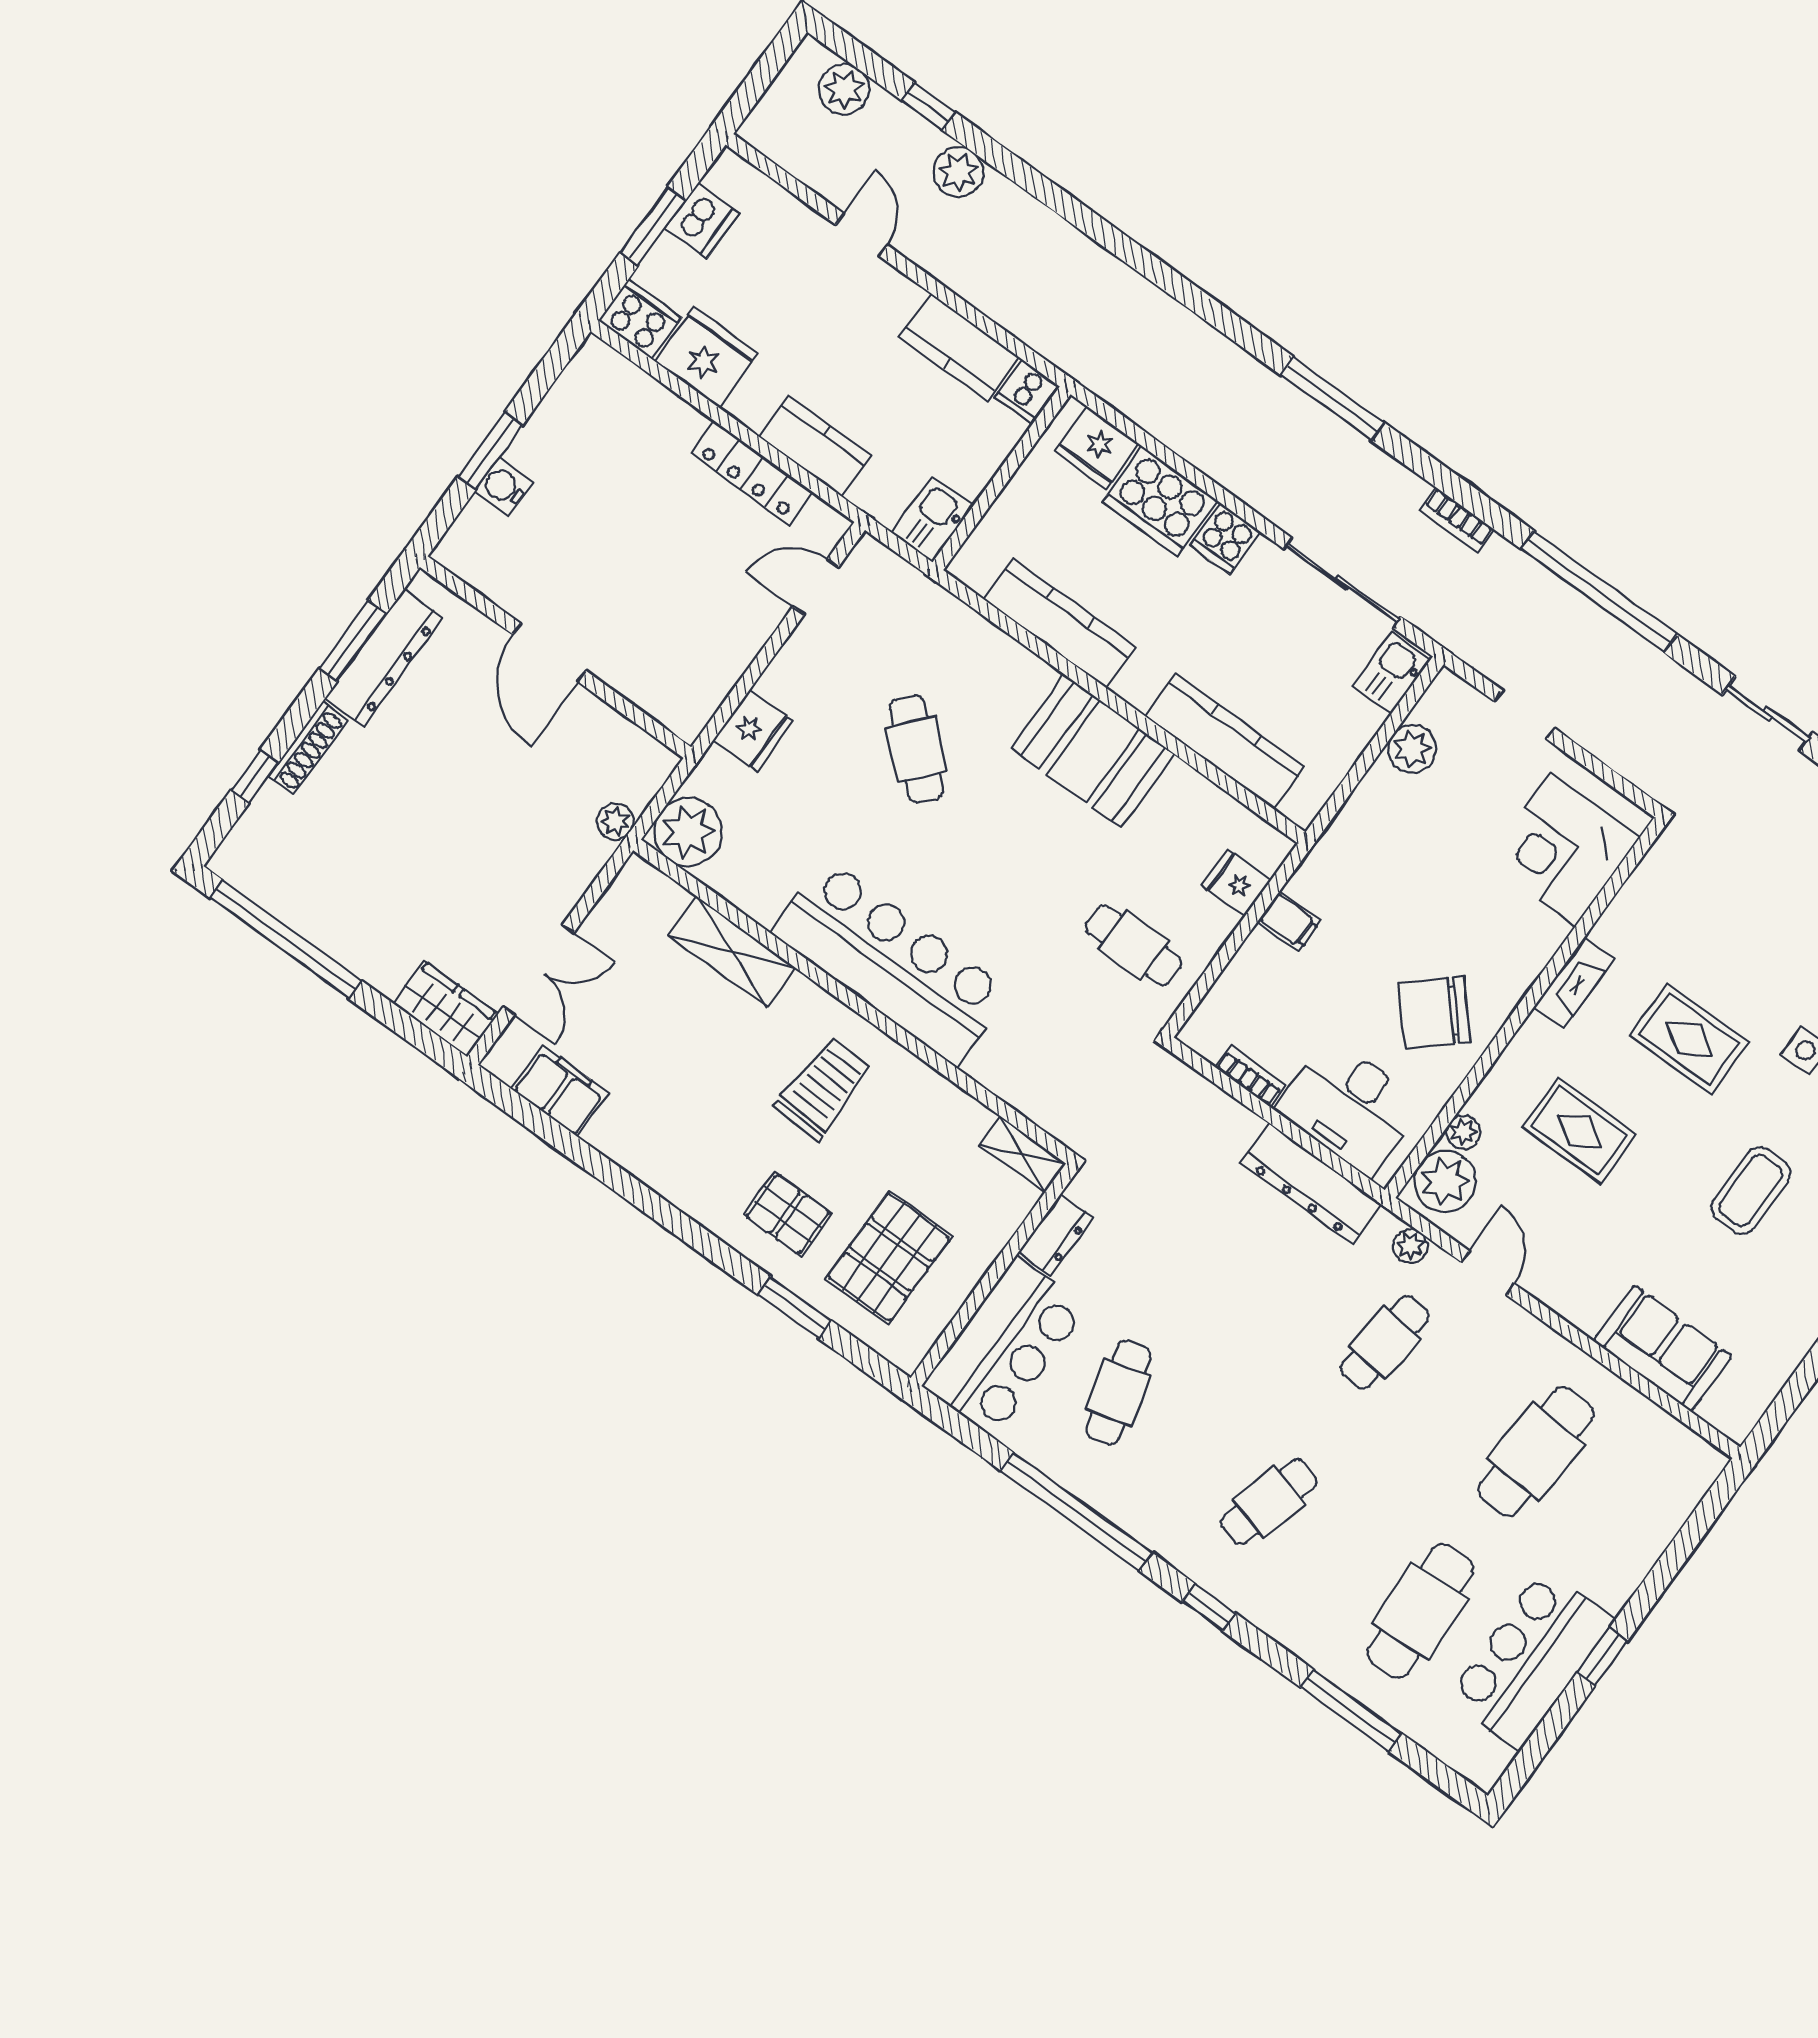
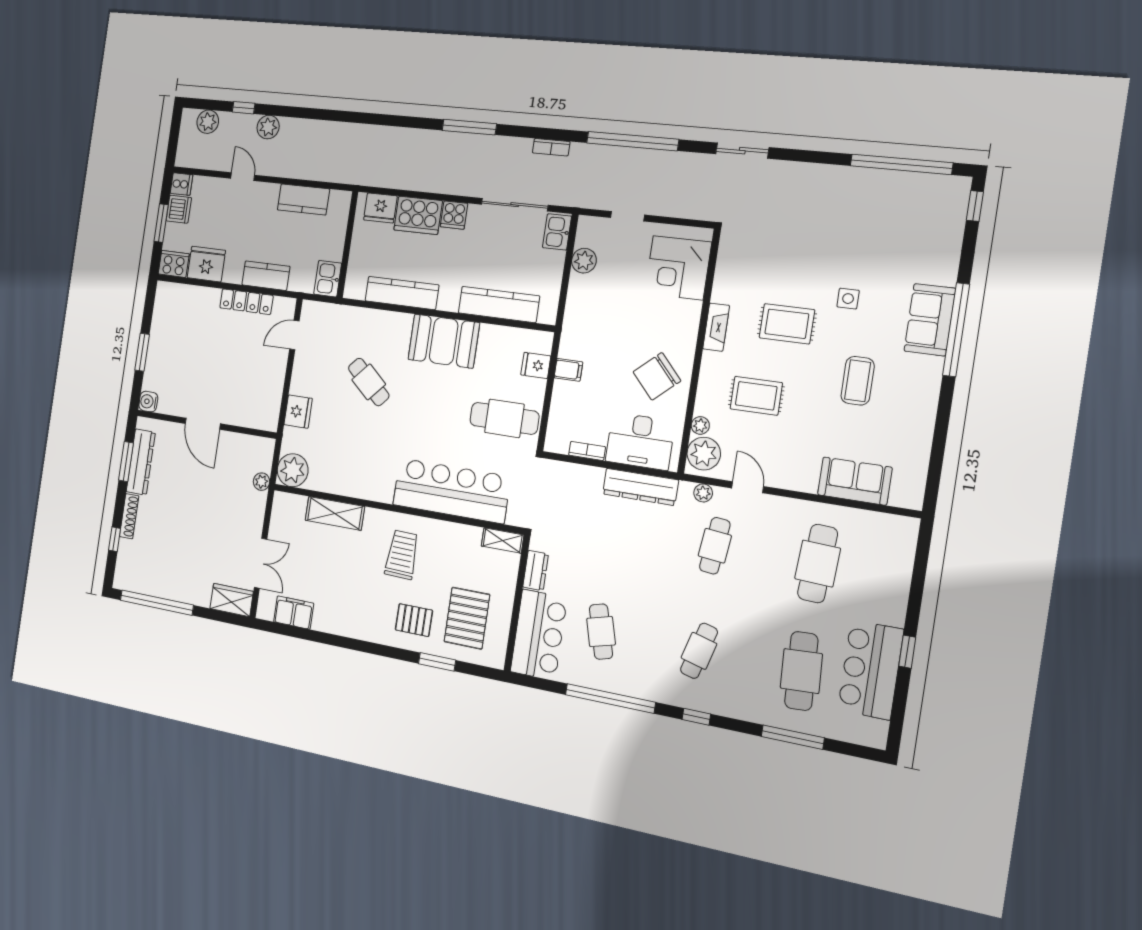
cooker: (1026, 391) -> (181, 184), moved, turned -90
water cooler: (503, 487) -> (148, 402), moved
cafe table: (1134, 945) -> (504, 418), width x1.37, depth x1.35
bar counter: (890, 962) -> (451, 491), moved

